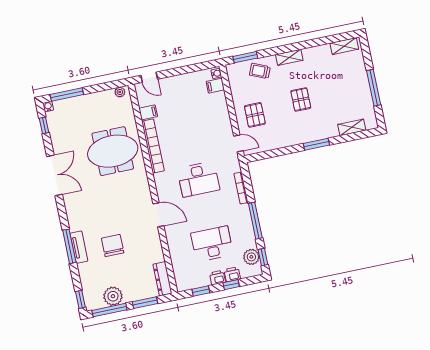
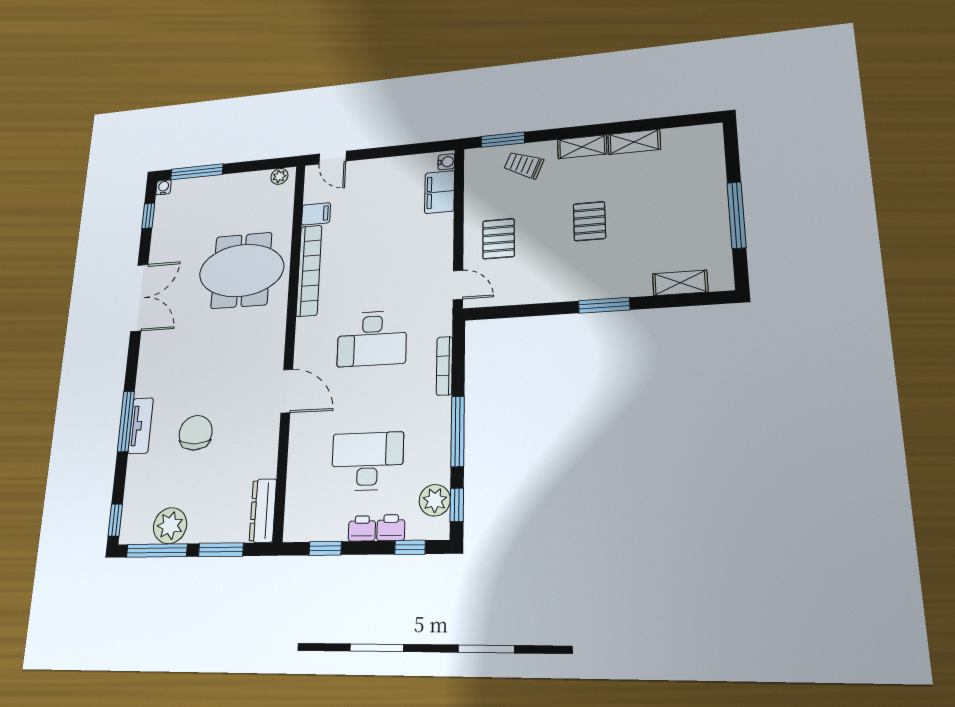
shelving: (344, 46) -> (634, 142), moved
filing cabinet: (215, 86) -> (440, 192), width x2.00
window: (231, 285) -> (410, 547), moved

